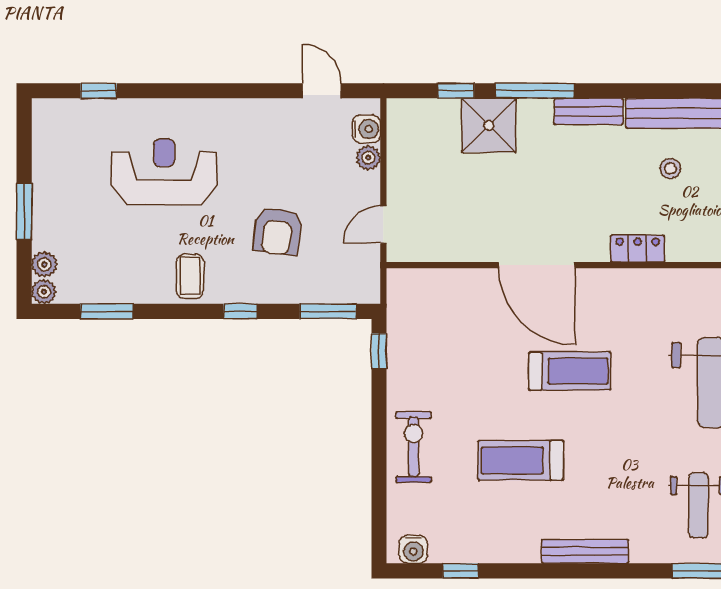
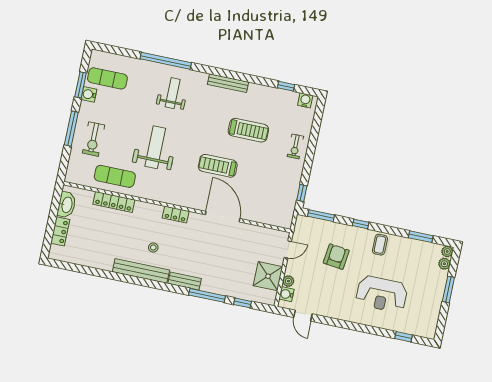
shower: (489, 125) -> (268, 276), moved
exercise bike: (414, 447) -> (295, 146), width x0.73, depth x0.72

